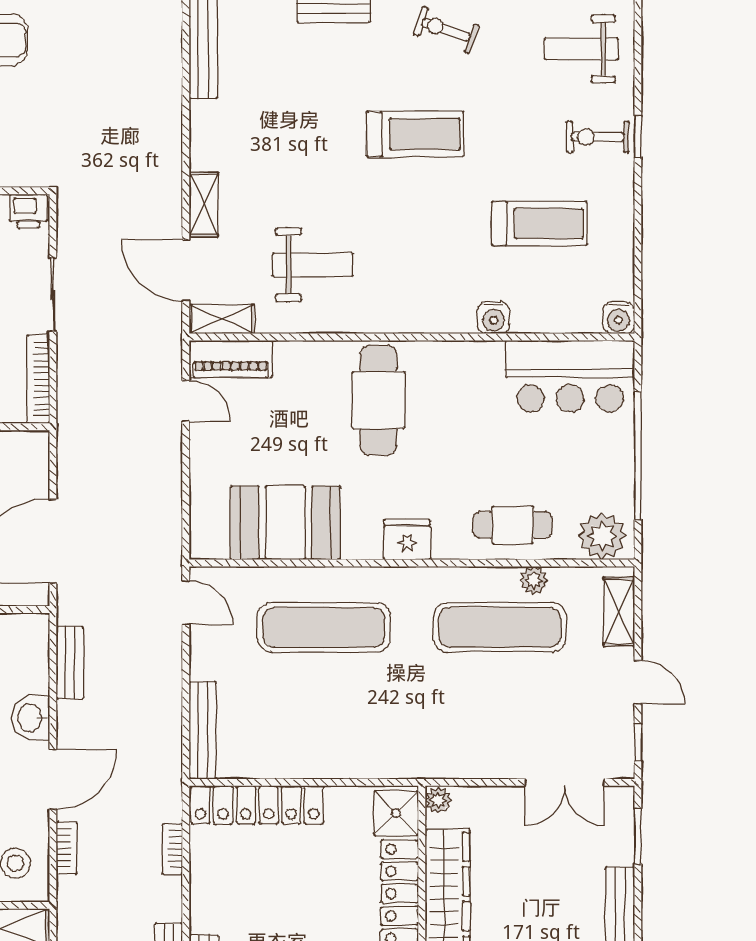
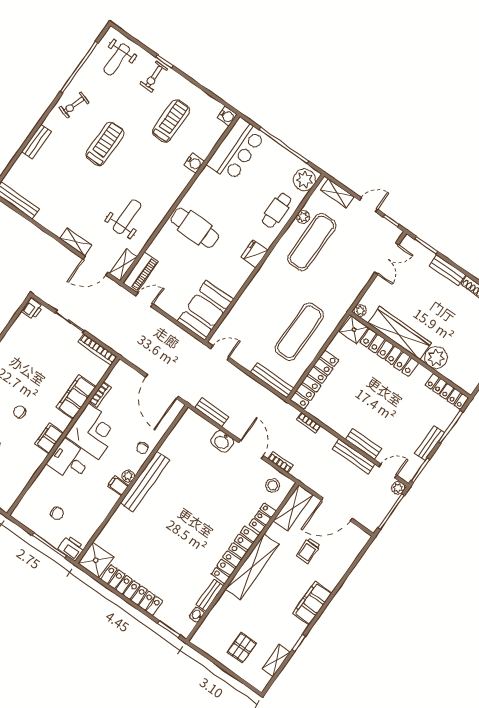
booth: (285, 523) -> (205, 310), moved
exercise mat: (324, 627) -> (299, 332), moved

